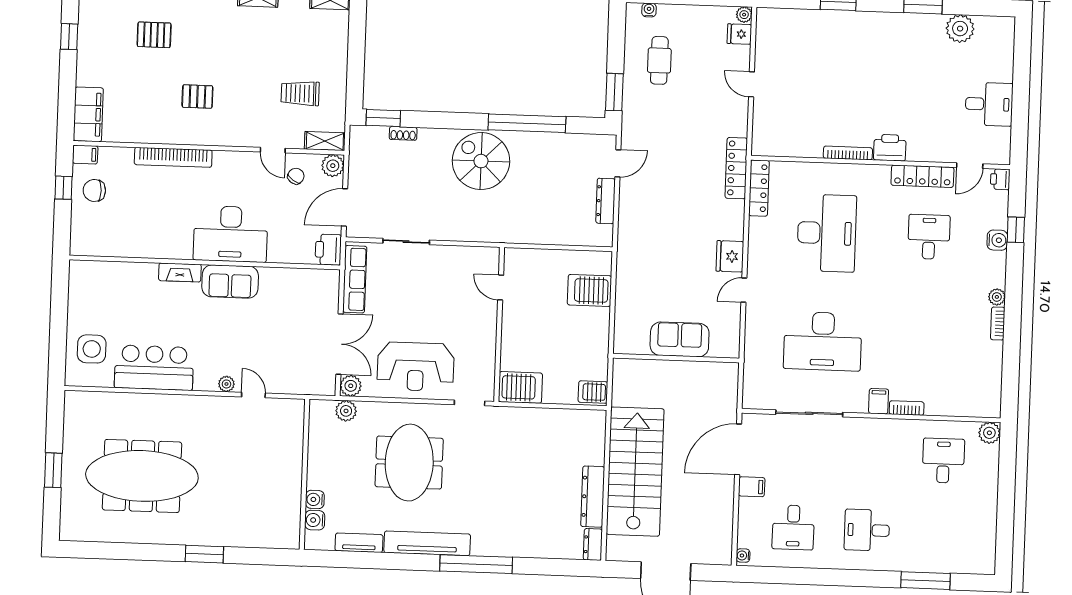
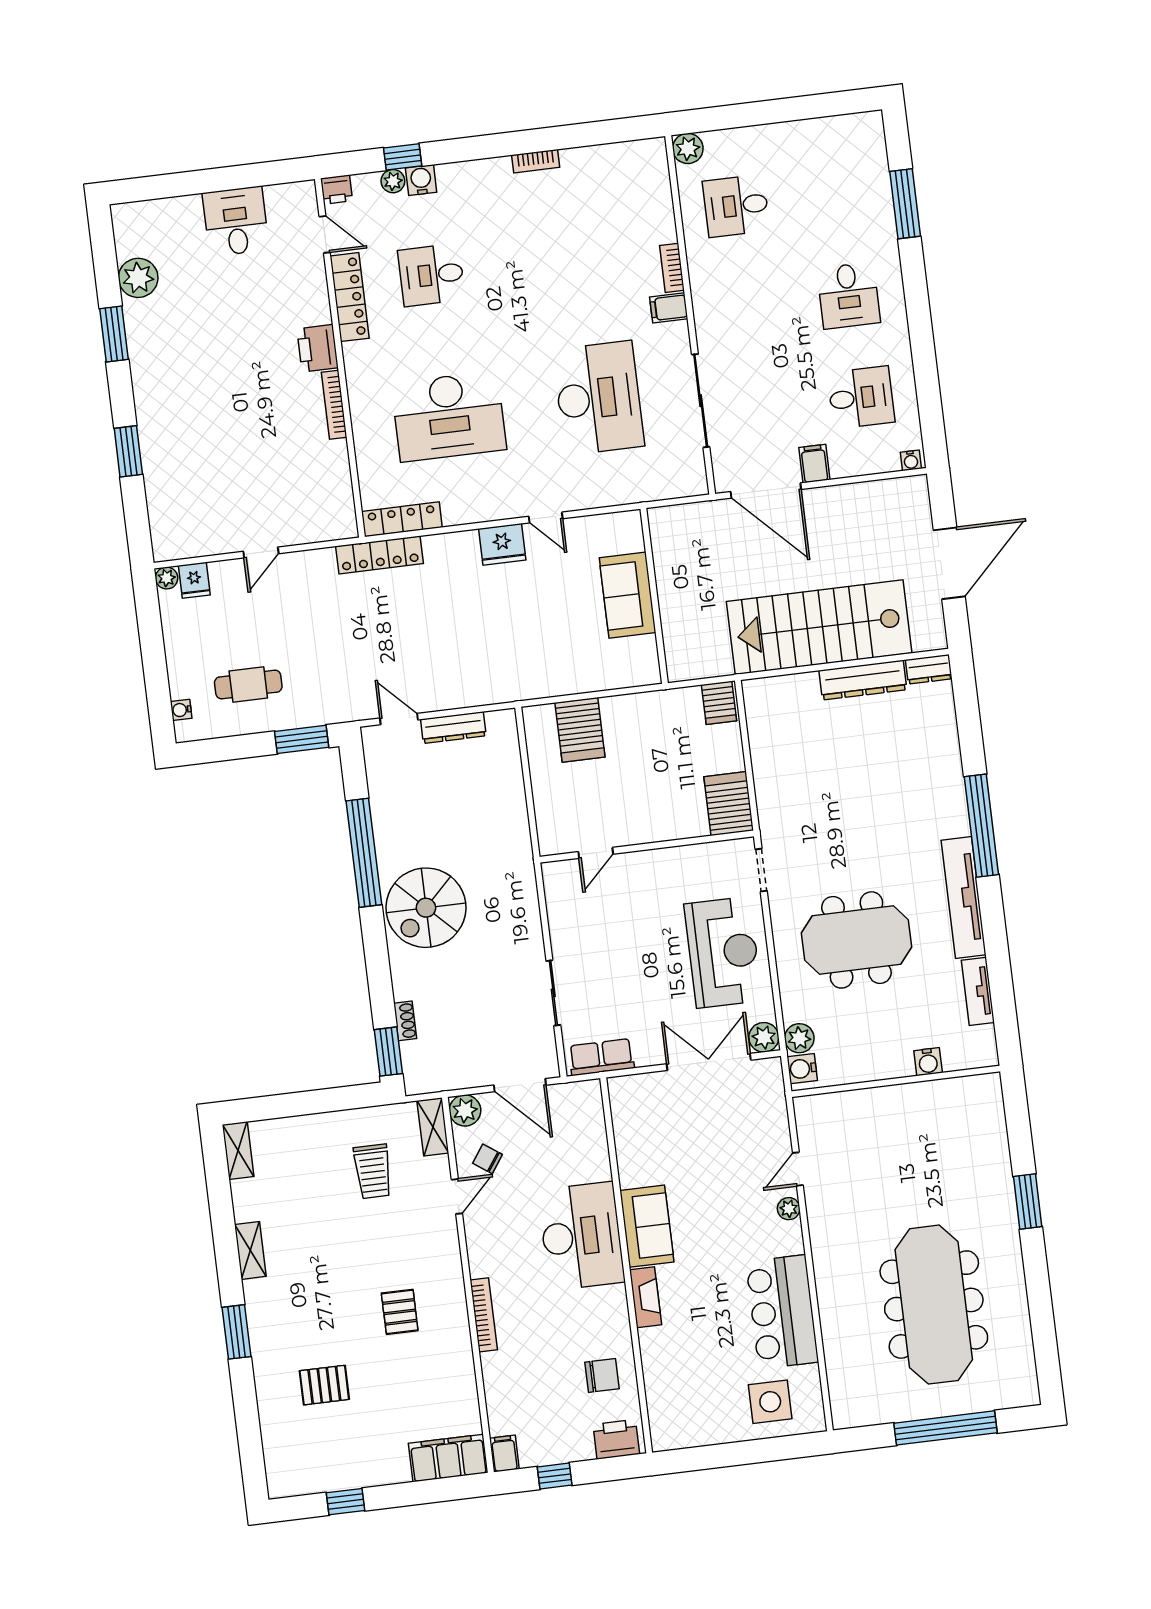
pallet: (154, 35) -> (324, 1385), turned 90
bookcase: (173, 157) -> (484, 1315), width x0.68, depth x0.76
chair: (94, 190) -> (602, 1375), moved, turned -90
desk: (827, 233) -> (449, 416), turned 180
printer: (328, 250) -> (616, 1439), moved, turned 180
row of seats: (355, 279) -> (601, 1057), width x0.68
plant: (997, 297) -> (393, 181), moved
window: (53, 470) -> (945, 1428), width x2.11
water cooler: (315, 520) -> (802, 1069), moved, turned 90

